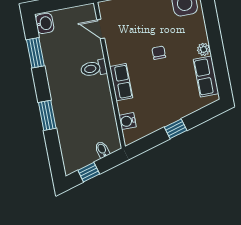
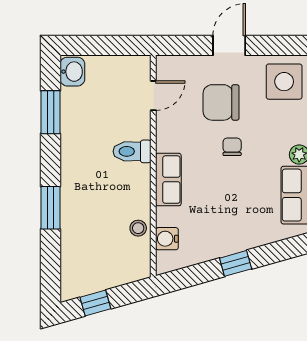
chair: (146, 25) -> (221, 102), added
door: (101, 29) -> (153, 96), swing flipped
stool: (107, 118) -> (138, 228), added
bidet: (102, 150) -> (122, 274), removed

